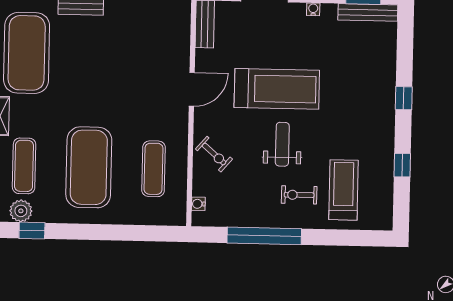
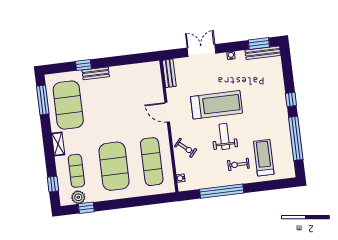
door: (192, 89) -> (167, 112), swing flipped
window: (402, 165) -> (296, 138), width x3.17
exercise mat: (154, 169) -> (152, 162), width x1.36, depth x1.45

